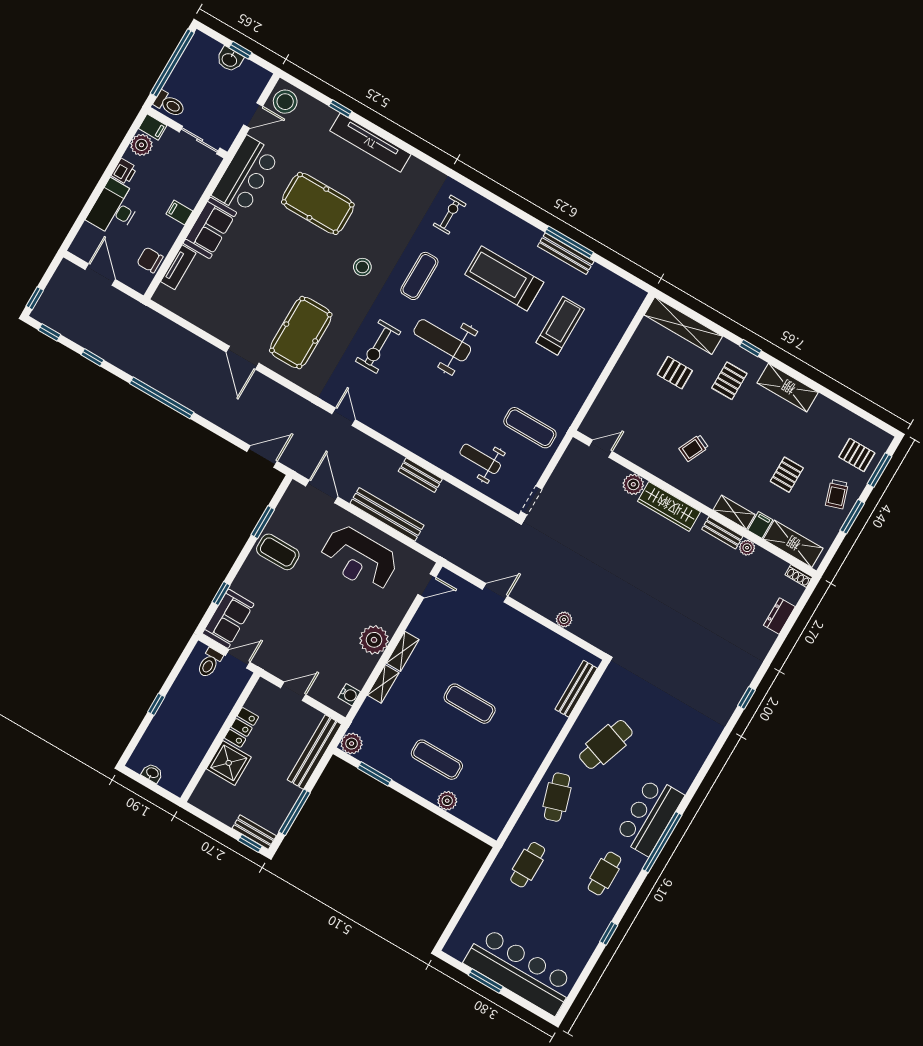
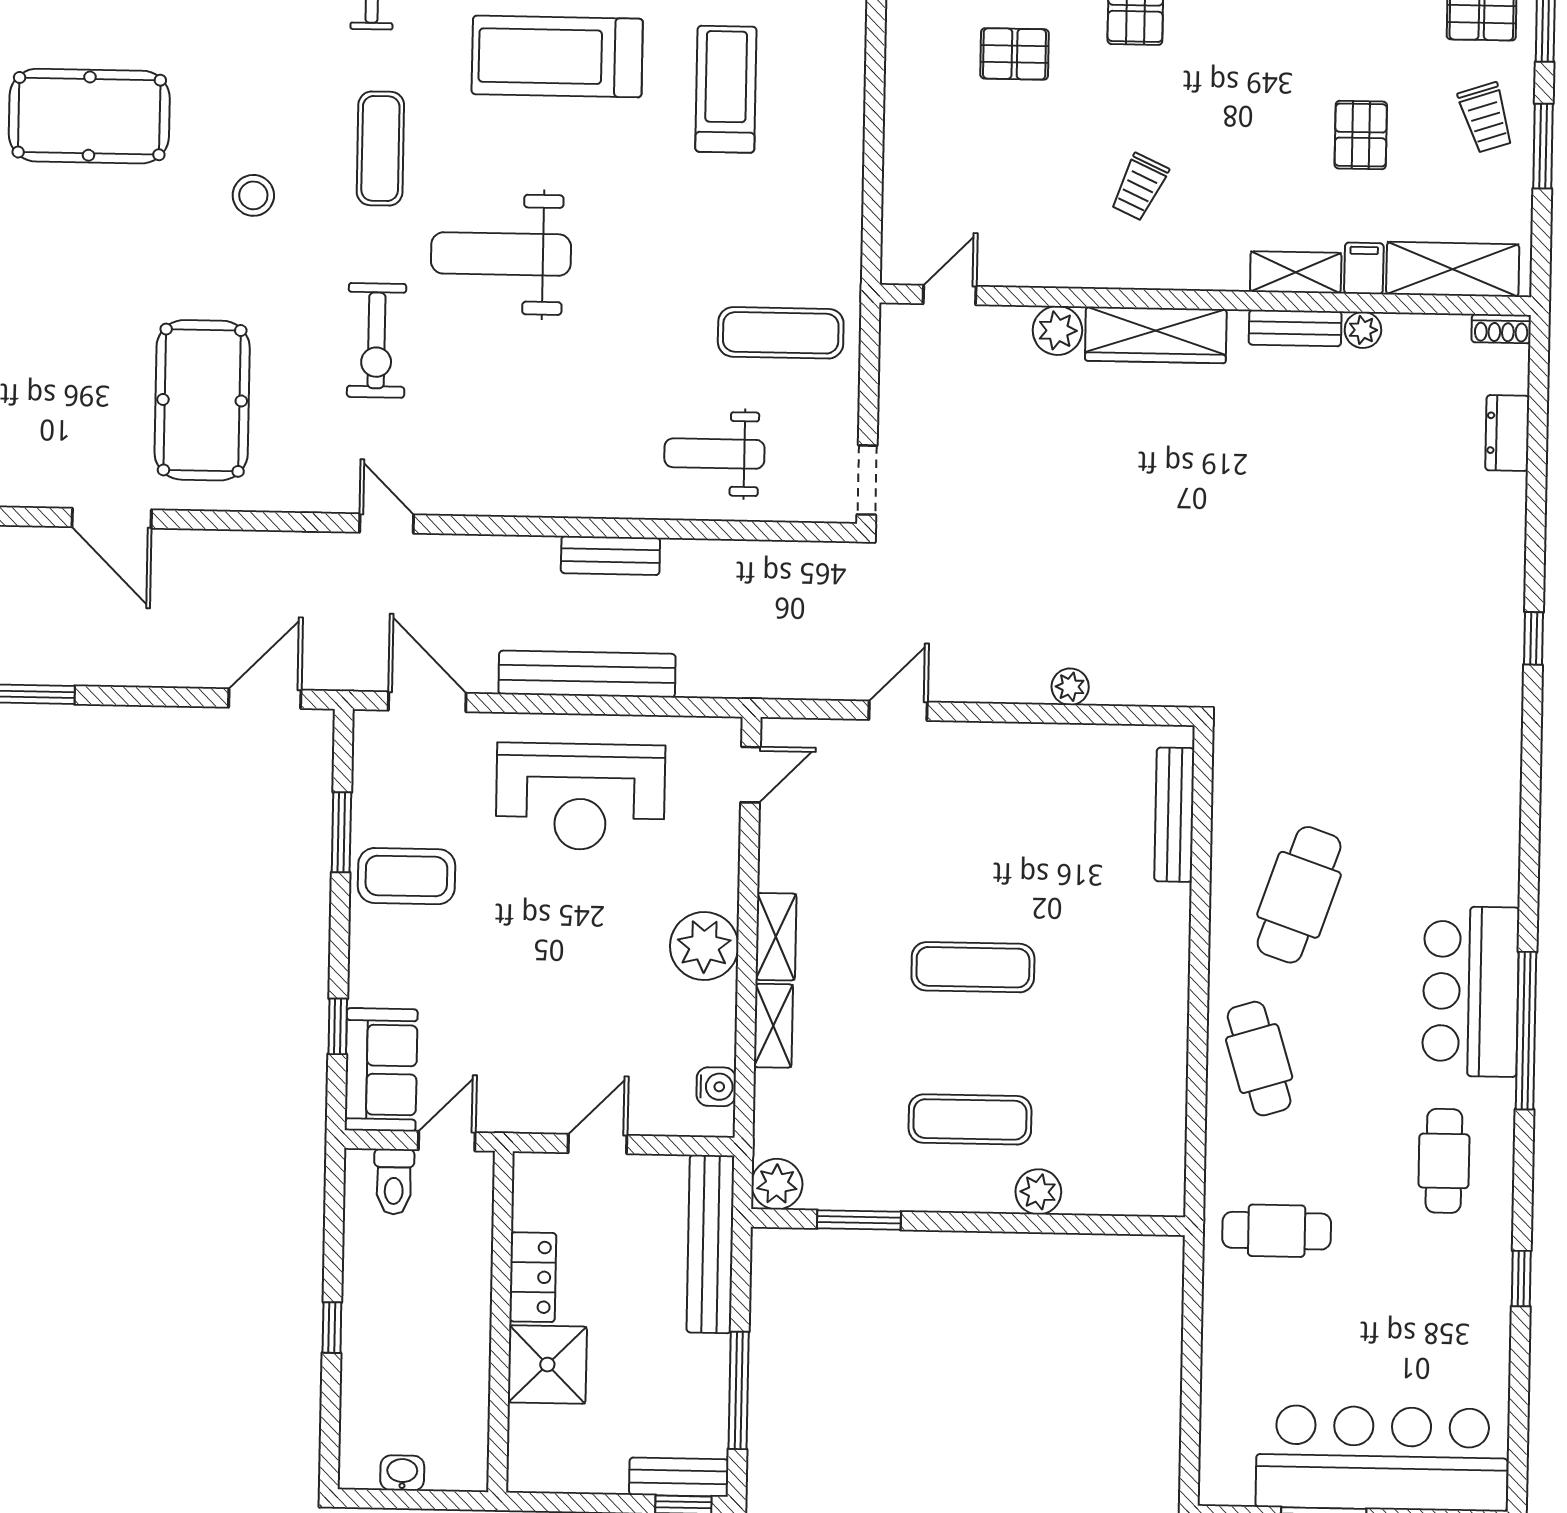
cafe table: (528, 865) -> (1277, 1231), turned 90

